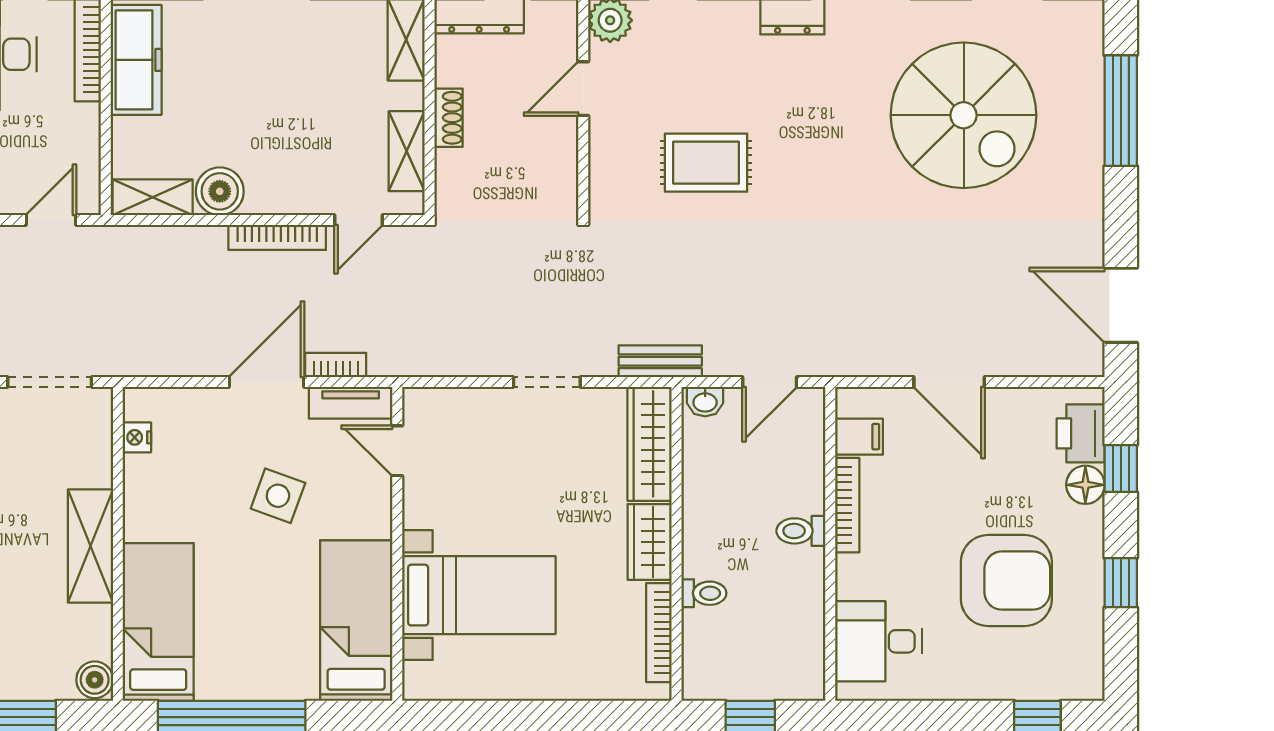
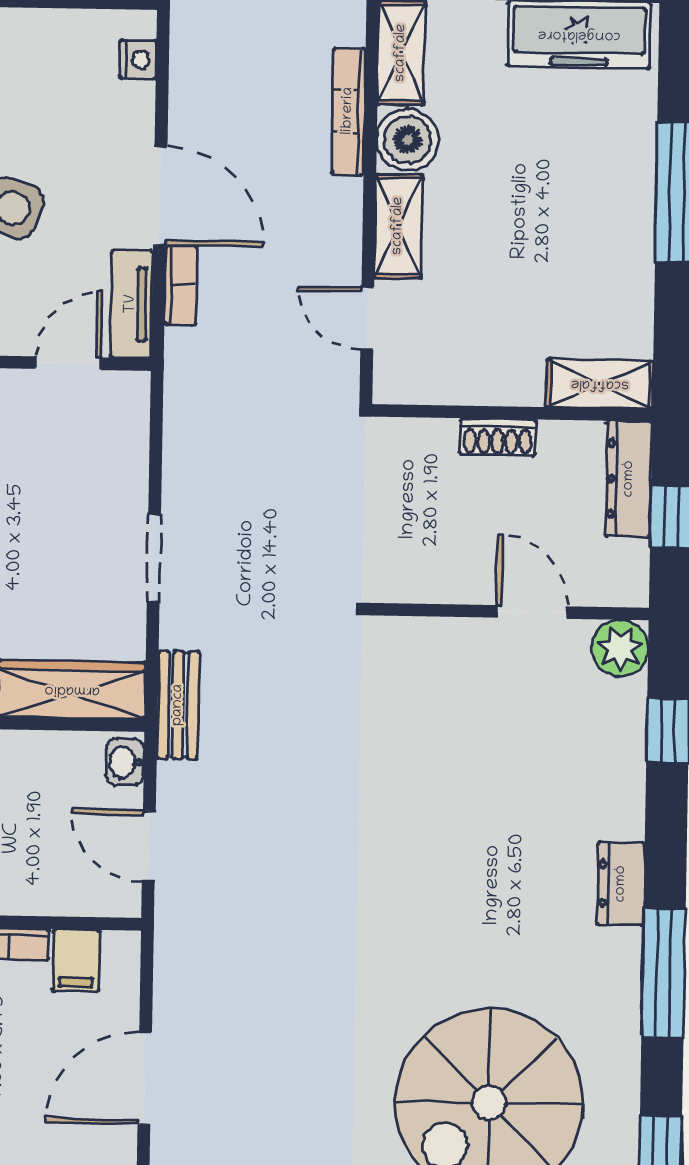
shelving: (407, 151) -> (398, 226), moved, turned 90
rug: (706, 163) -> (434, 769), removed
bookcase: (277, 237) -> (348, 111), moved
nightstand: (137, 437) -> (138, 60), moved, turned 90

